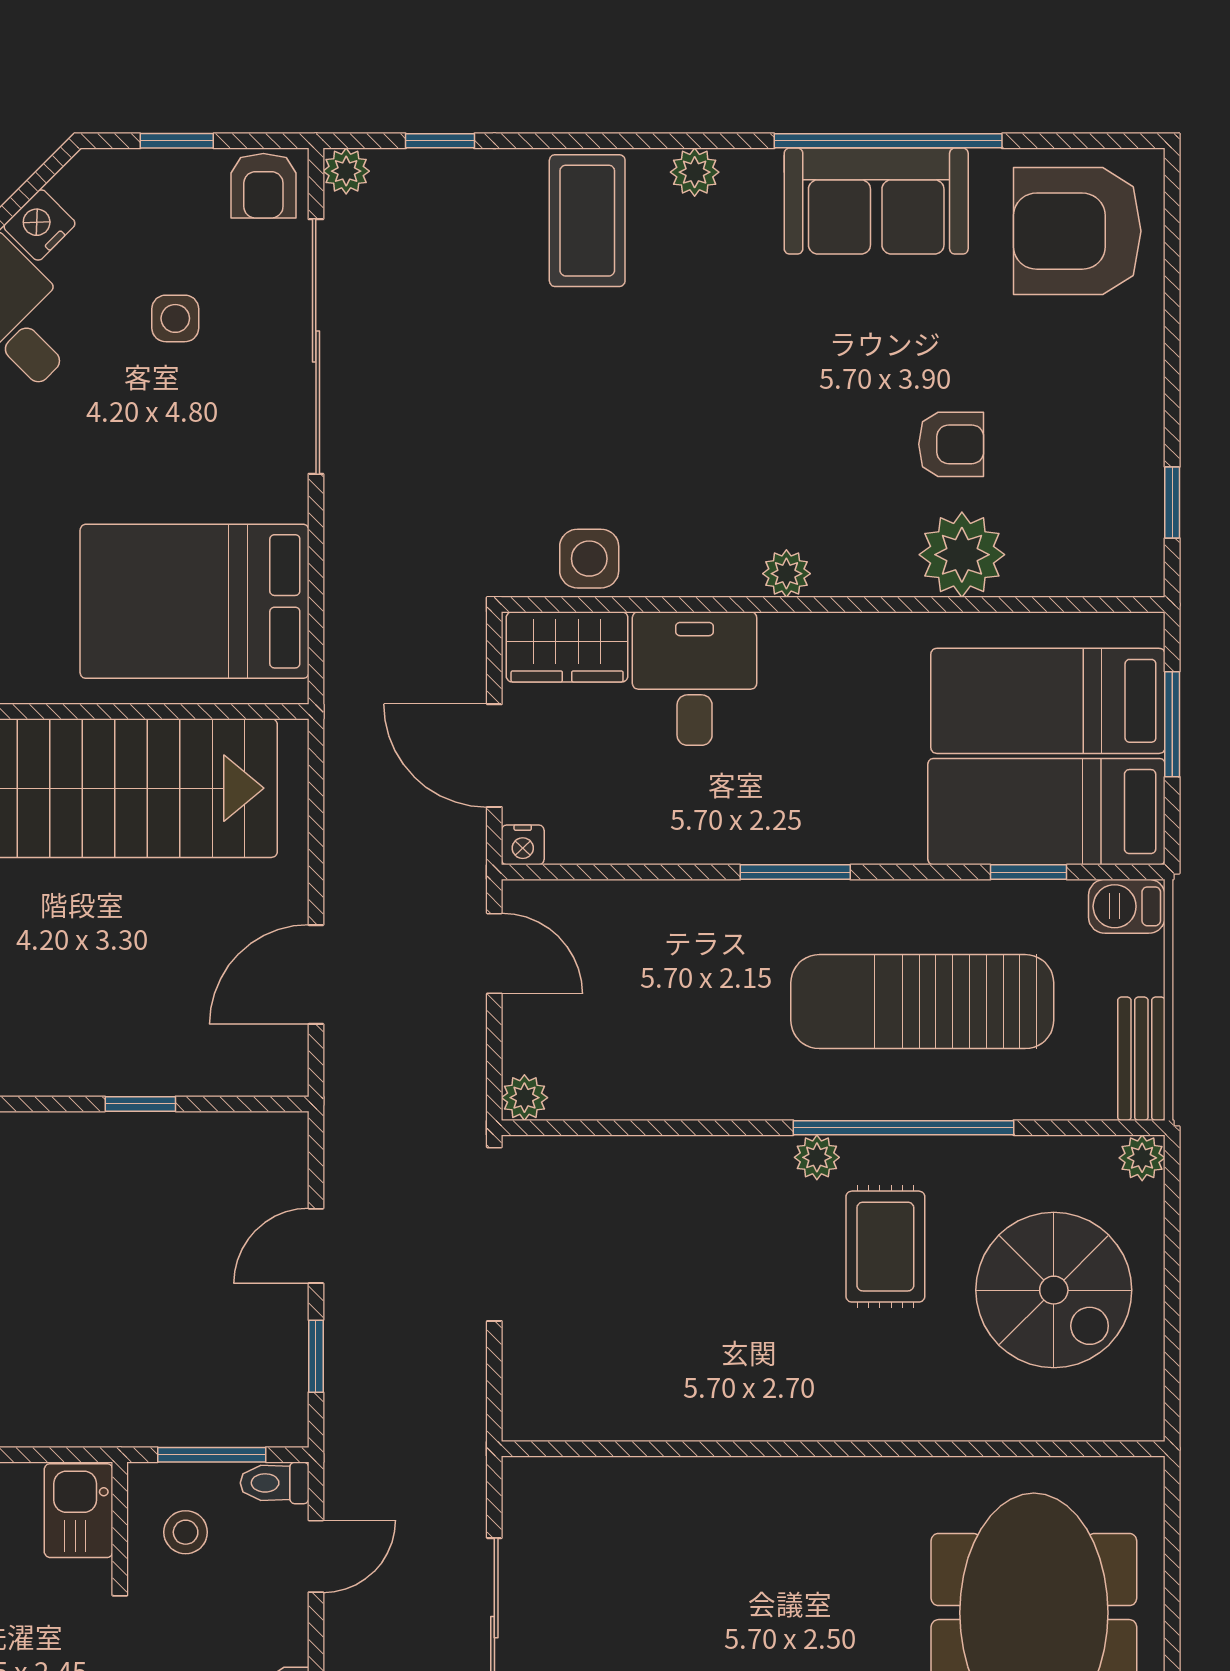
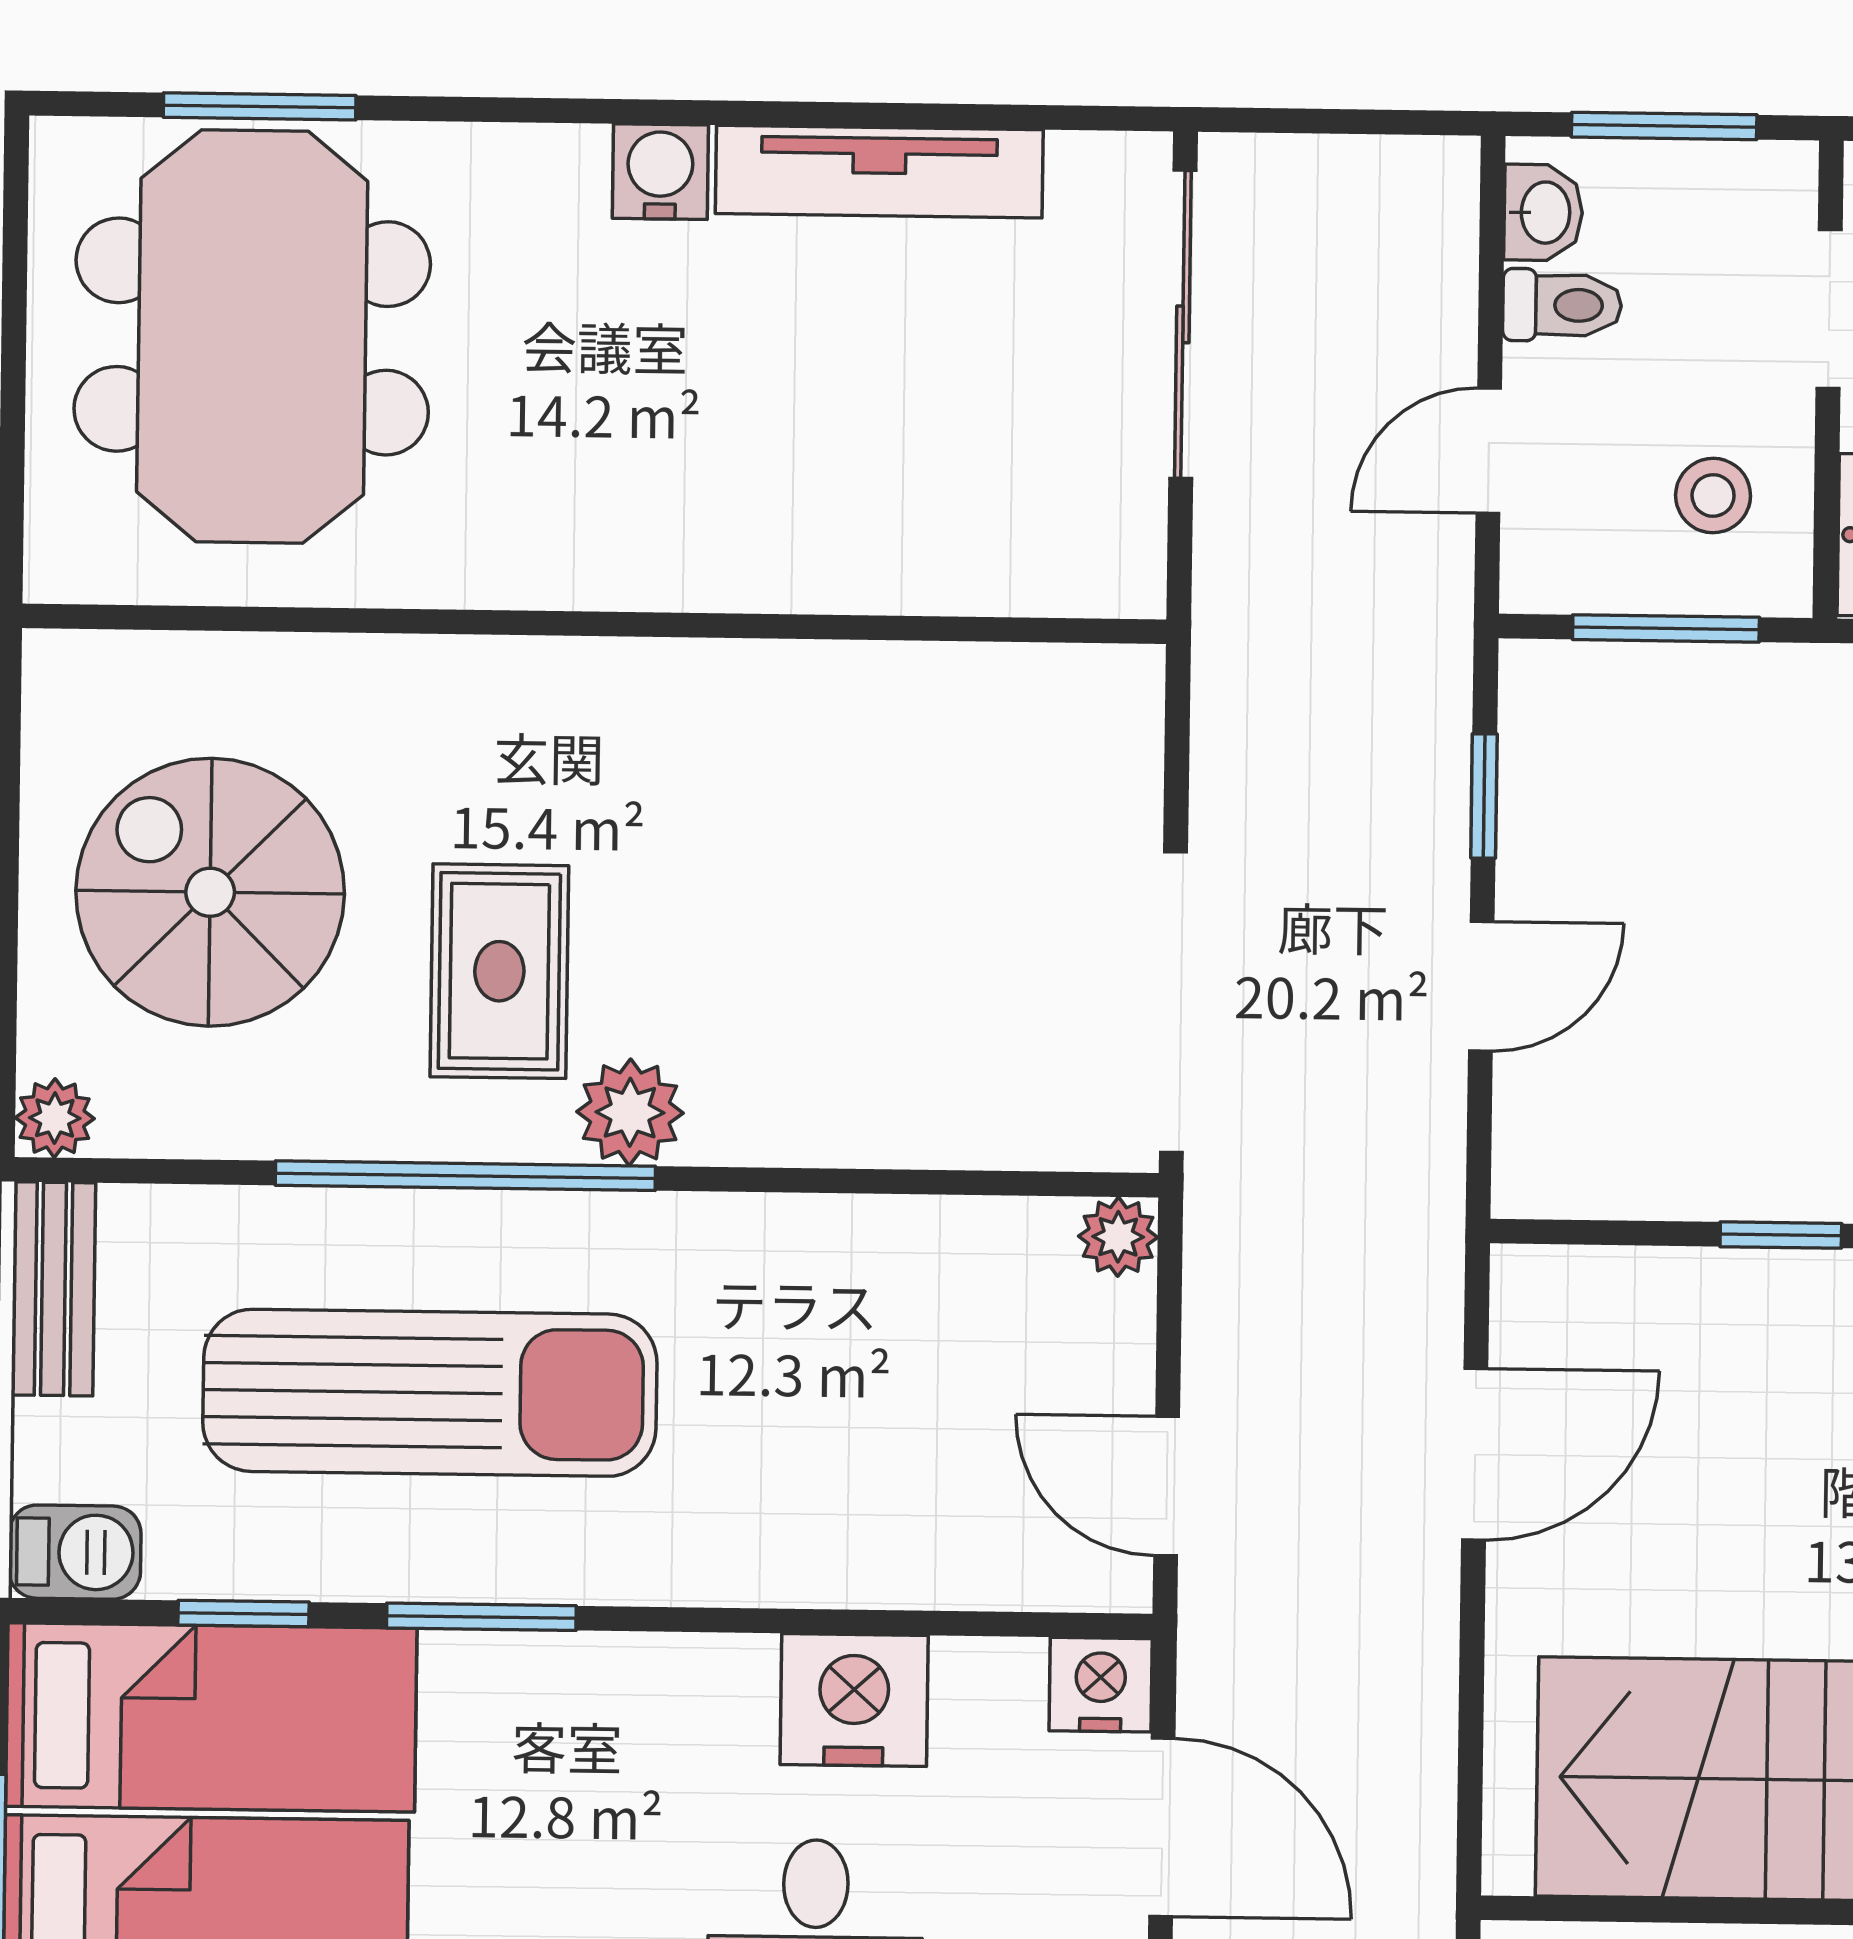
nightstand: (674, 827) -> (854, 1700), added
nightstand: (523, 845) -> (1101, 1685), width x1.39, depth x1.35
window: (795, 872) -> (481, 1617), moved
plant: (817, 1157) -> (630, 1112), width x1.38, depth x1.38
toilet: (275, 1483) -> (1562, 305), moved

